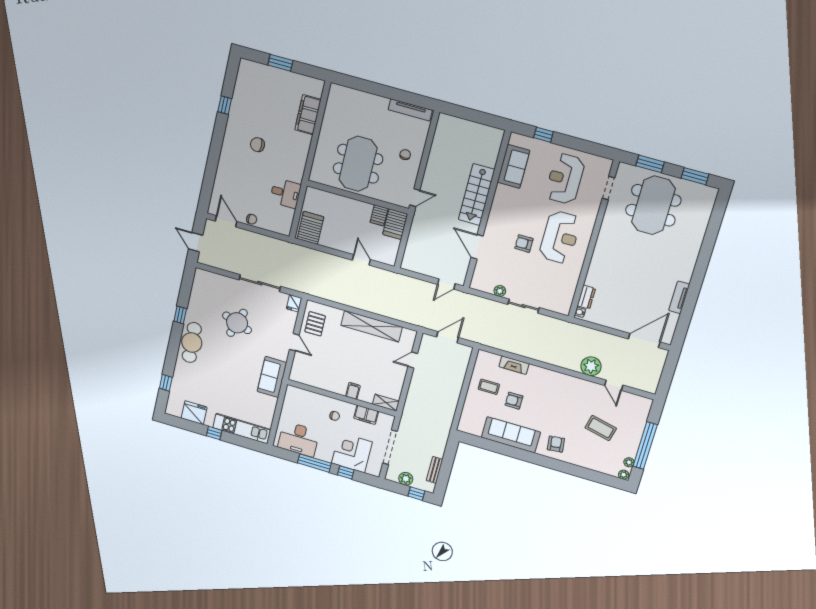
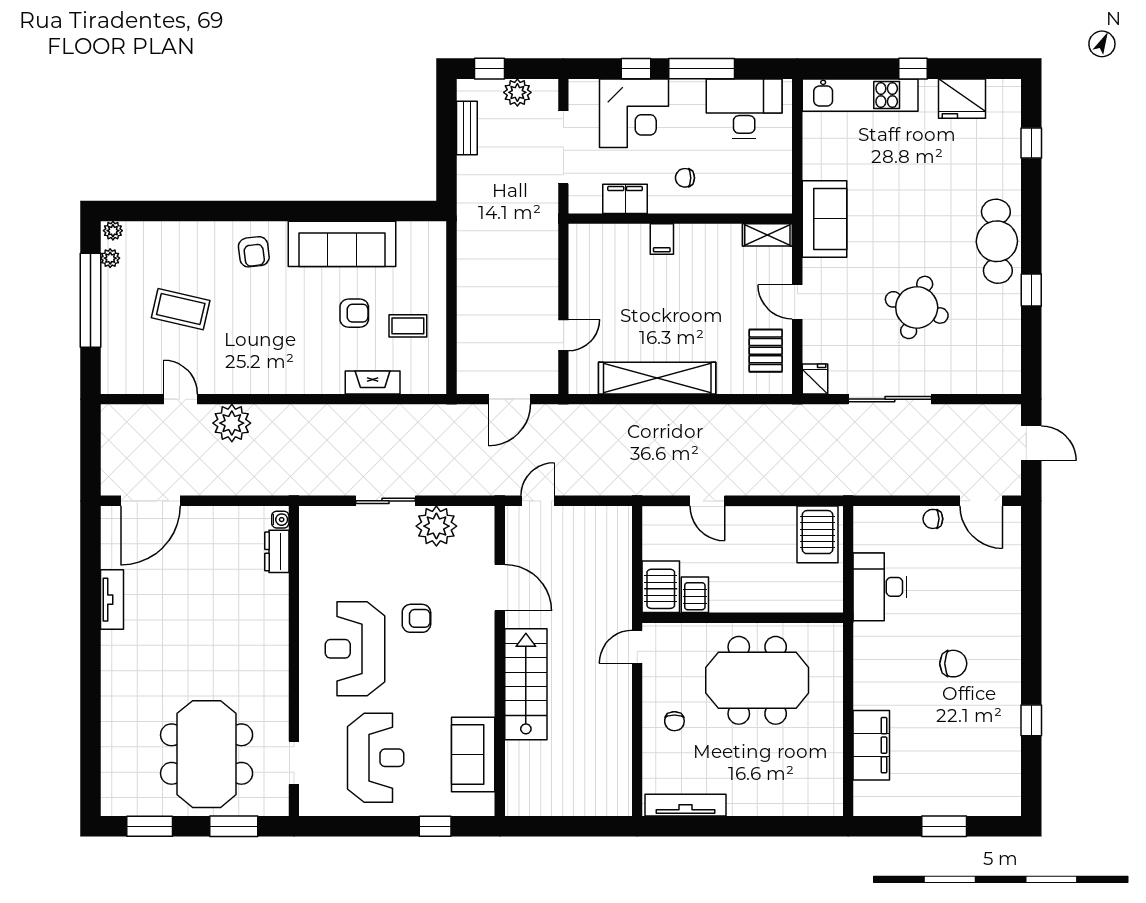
meeting table: (358, 164) -> (757, 680), turned 90
desk: (285, 193) -> (880, 587), width x1.37
plant: (500, 291) -> (436, 526), width x1.88, depth x1.88
shelving: (386, 403) -> (767, 235), moved

